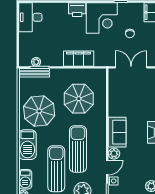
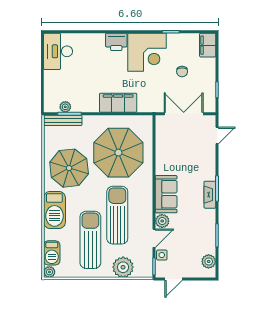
parasol: (79, 99) -> (118, 153), width x1.36, depth x1.36

